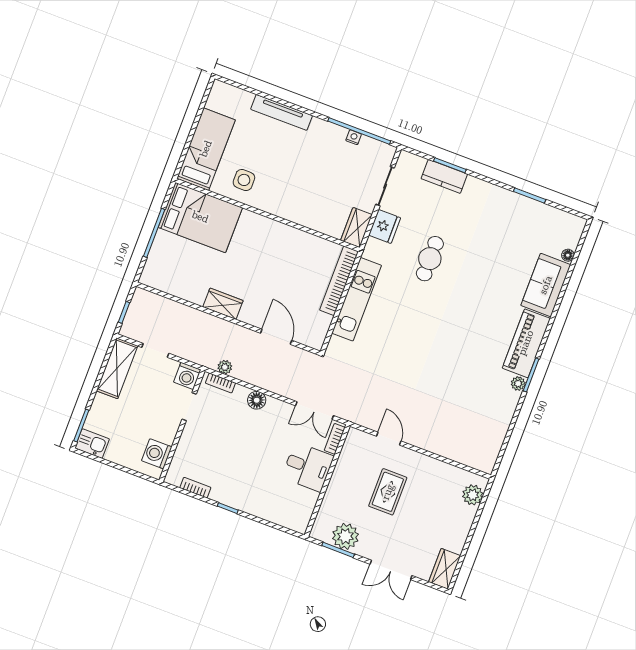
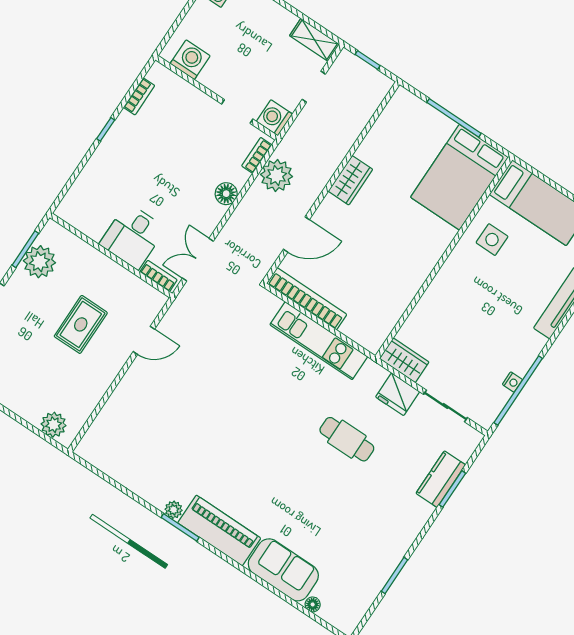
bookcase: (339, 281) -> (307, 299), moved
plant: (225, 367) -> (277, 175), width x1.87, depth x1.87
shelving: (117, 368) -> (314, 40), width x0.67, depth x0.75
rug: (388, 492) -> (81, 324), turned 90

